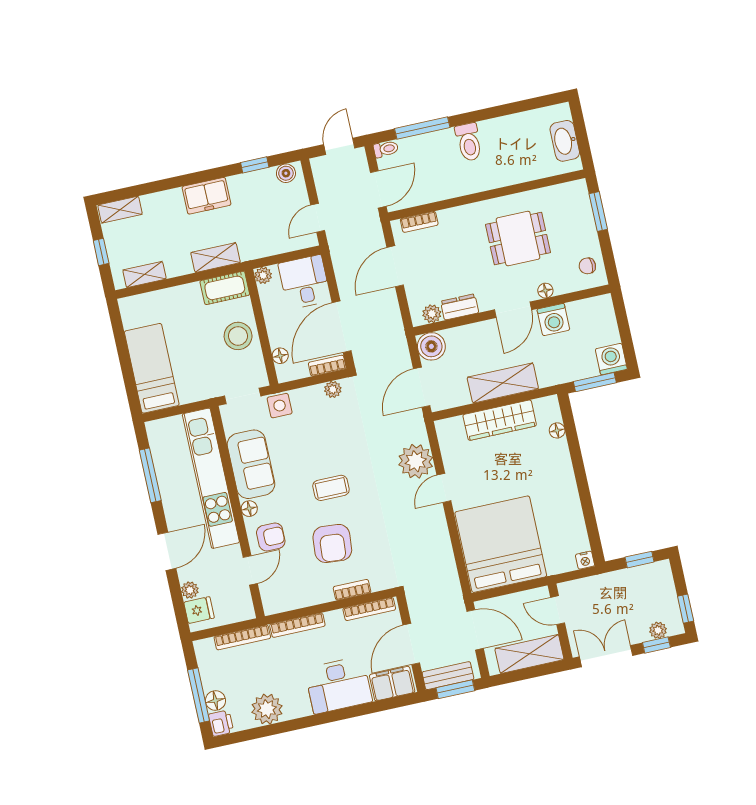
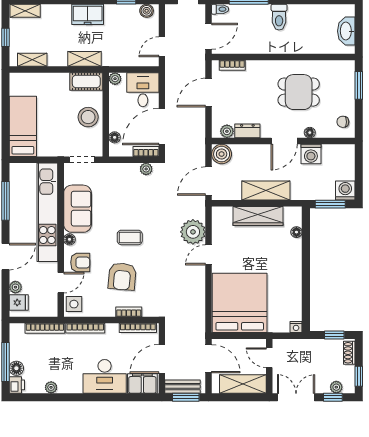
side table: (280, 406) -> (74, 304), moved
shoe rack: (665, 579) -> (349, 353), added
plant: (267, 709) -> (51, 387), width x0.53, depth x0.53

